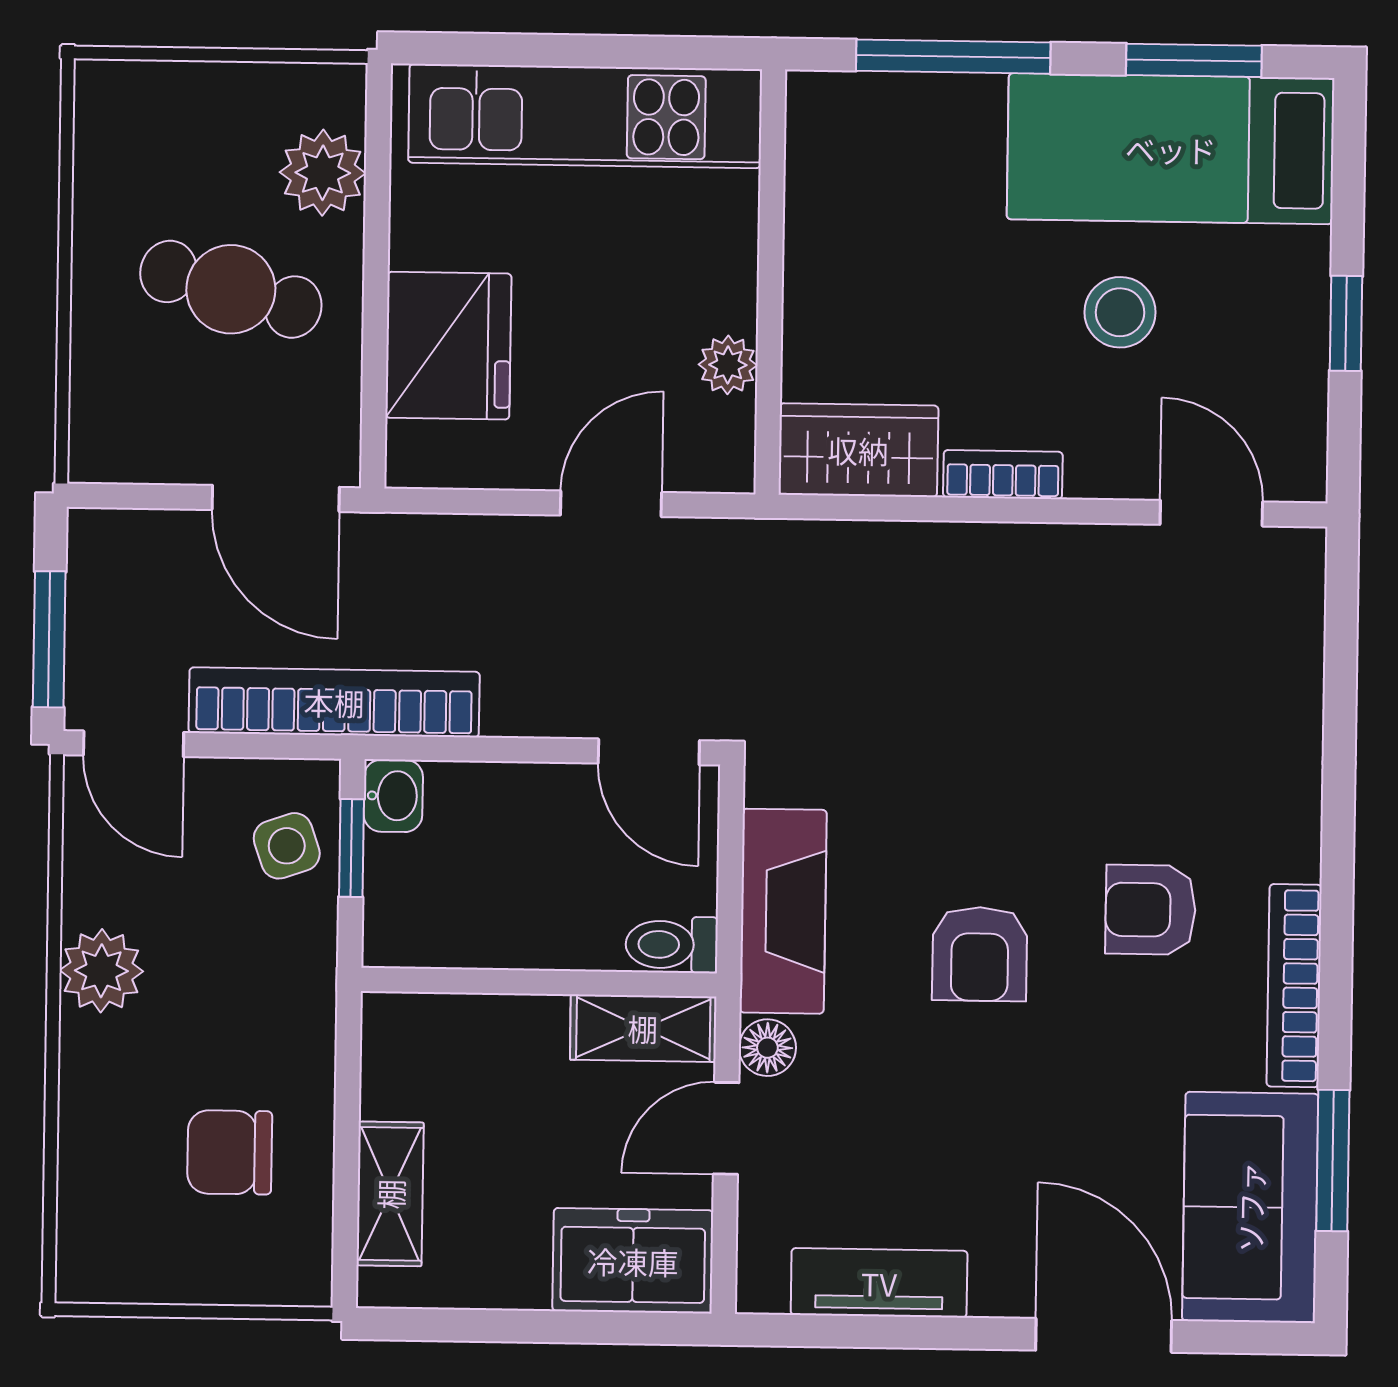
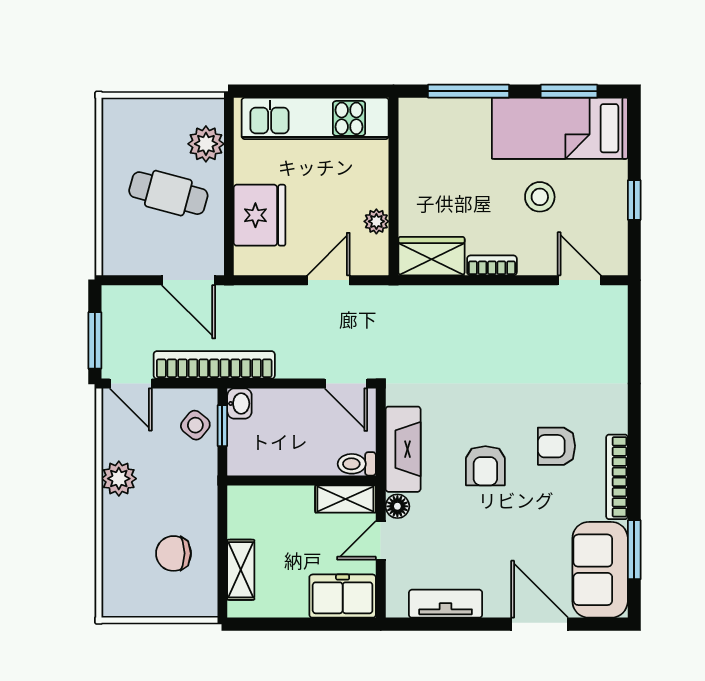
side table: (287, 846) -> (195, 425), turned -32

